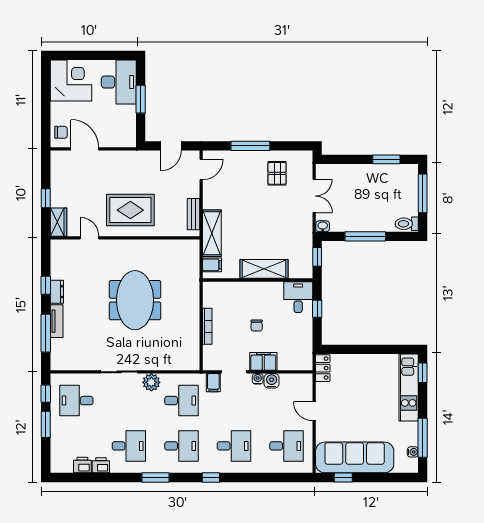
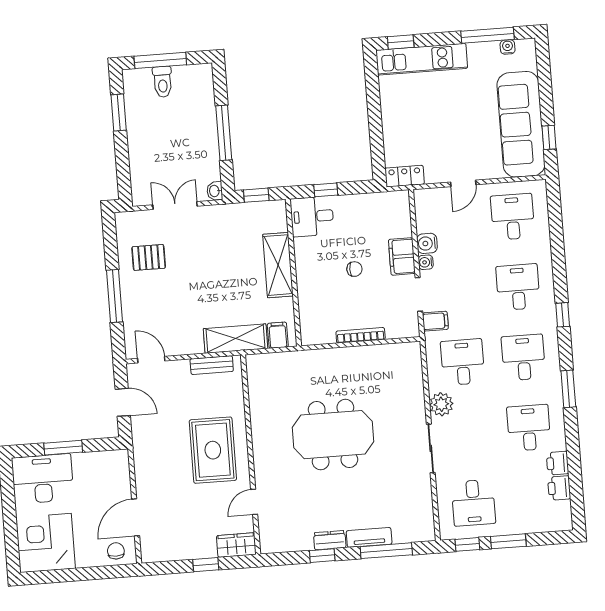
toilet: (407, 224) -> (163, 82), moved

